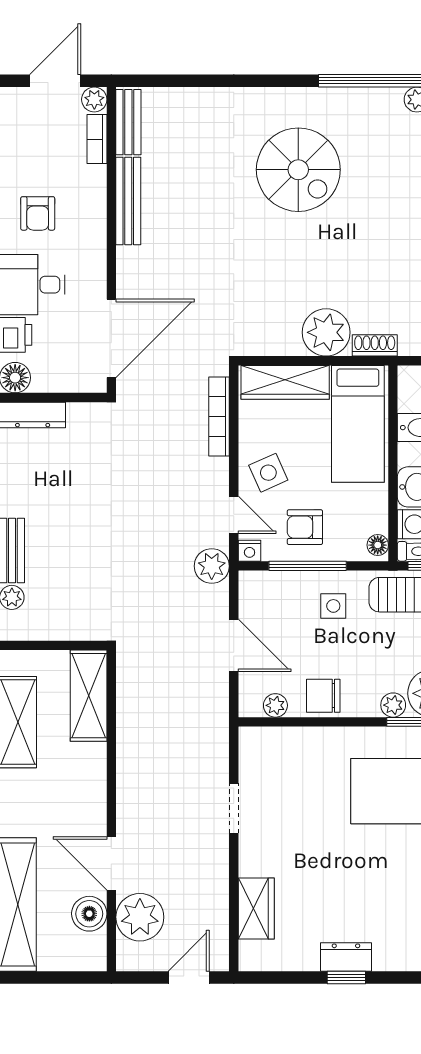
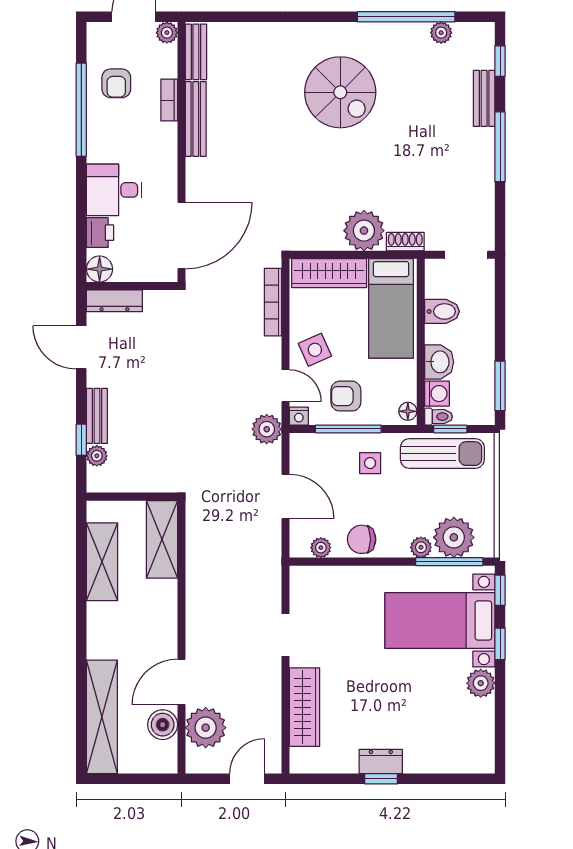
bookcase: (97, 139) -> (169, 100), moved
armchair: (38, 213) -> (116, 83), moved
door: (111, 863) -> (181, 682), hinge flipped
wardrobe: (256, 908) -> (305, 707), width x1.50

